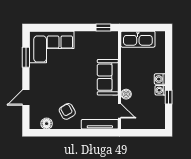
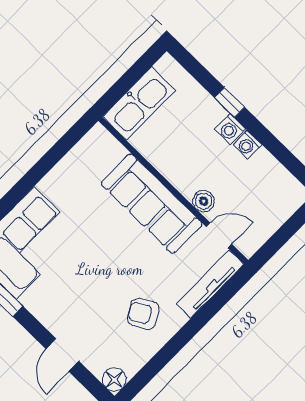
window: (103, 28) -> (72, 138), removed
sofa: (108, 77) -> (152, 204), width x1.36
window: (169, 97) -> (229, 102), moved
floor lamp: (47, 124) -> (114, 379), moved

